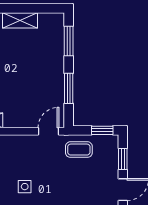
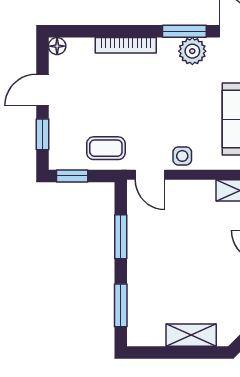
door: (48, 131) -> (150, 175), hinge flipped
side table: (25, 187) -> (182, 156), moved

